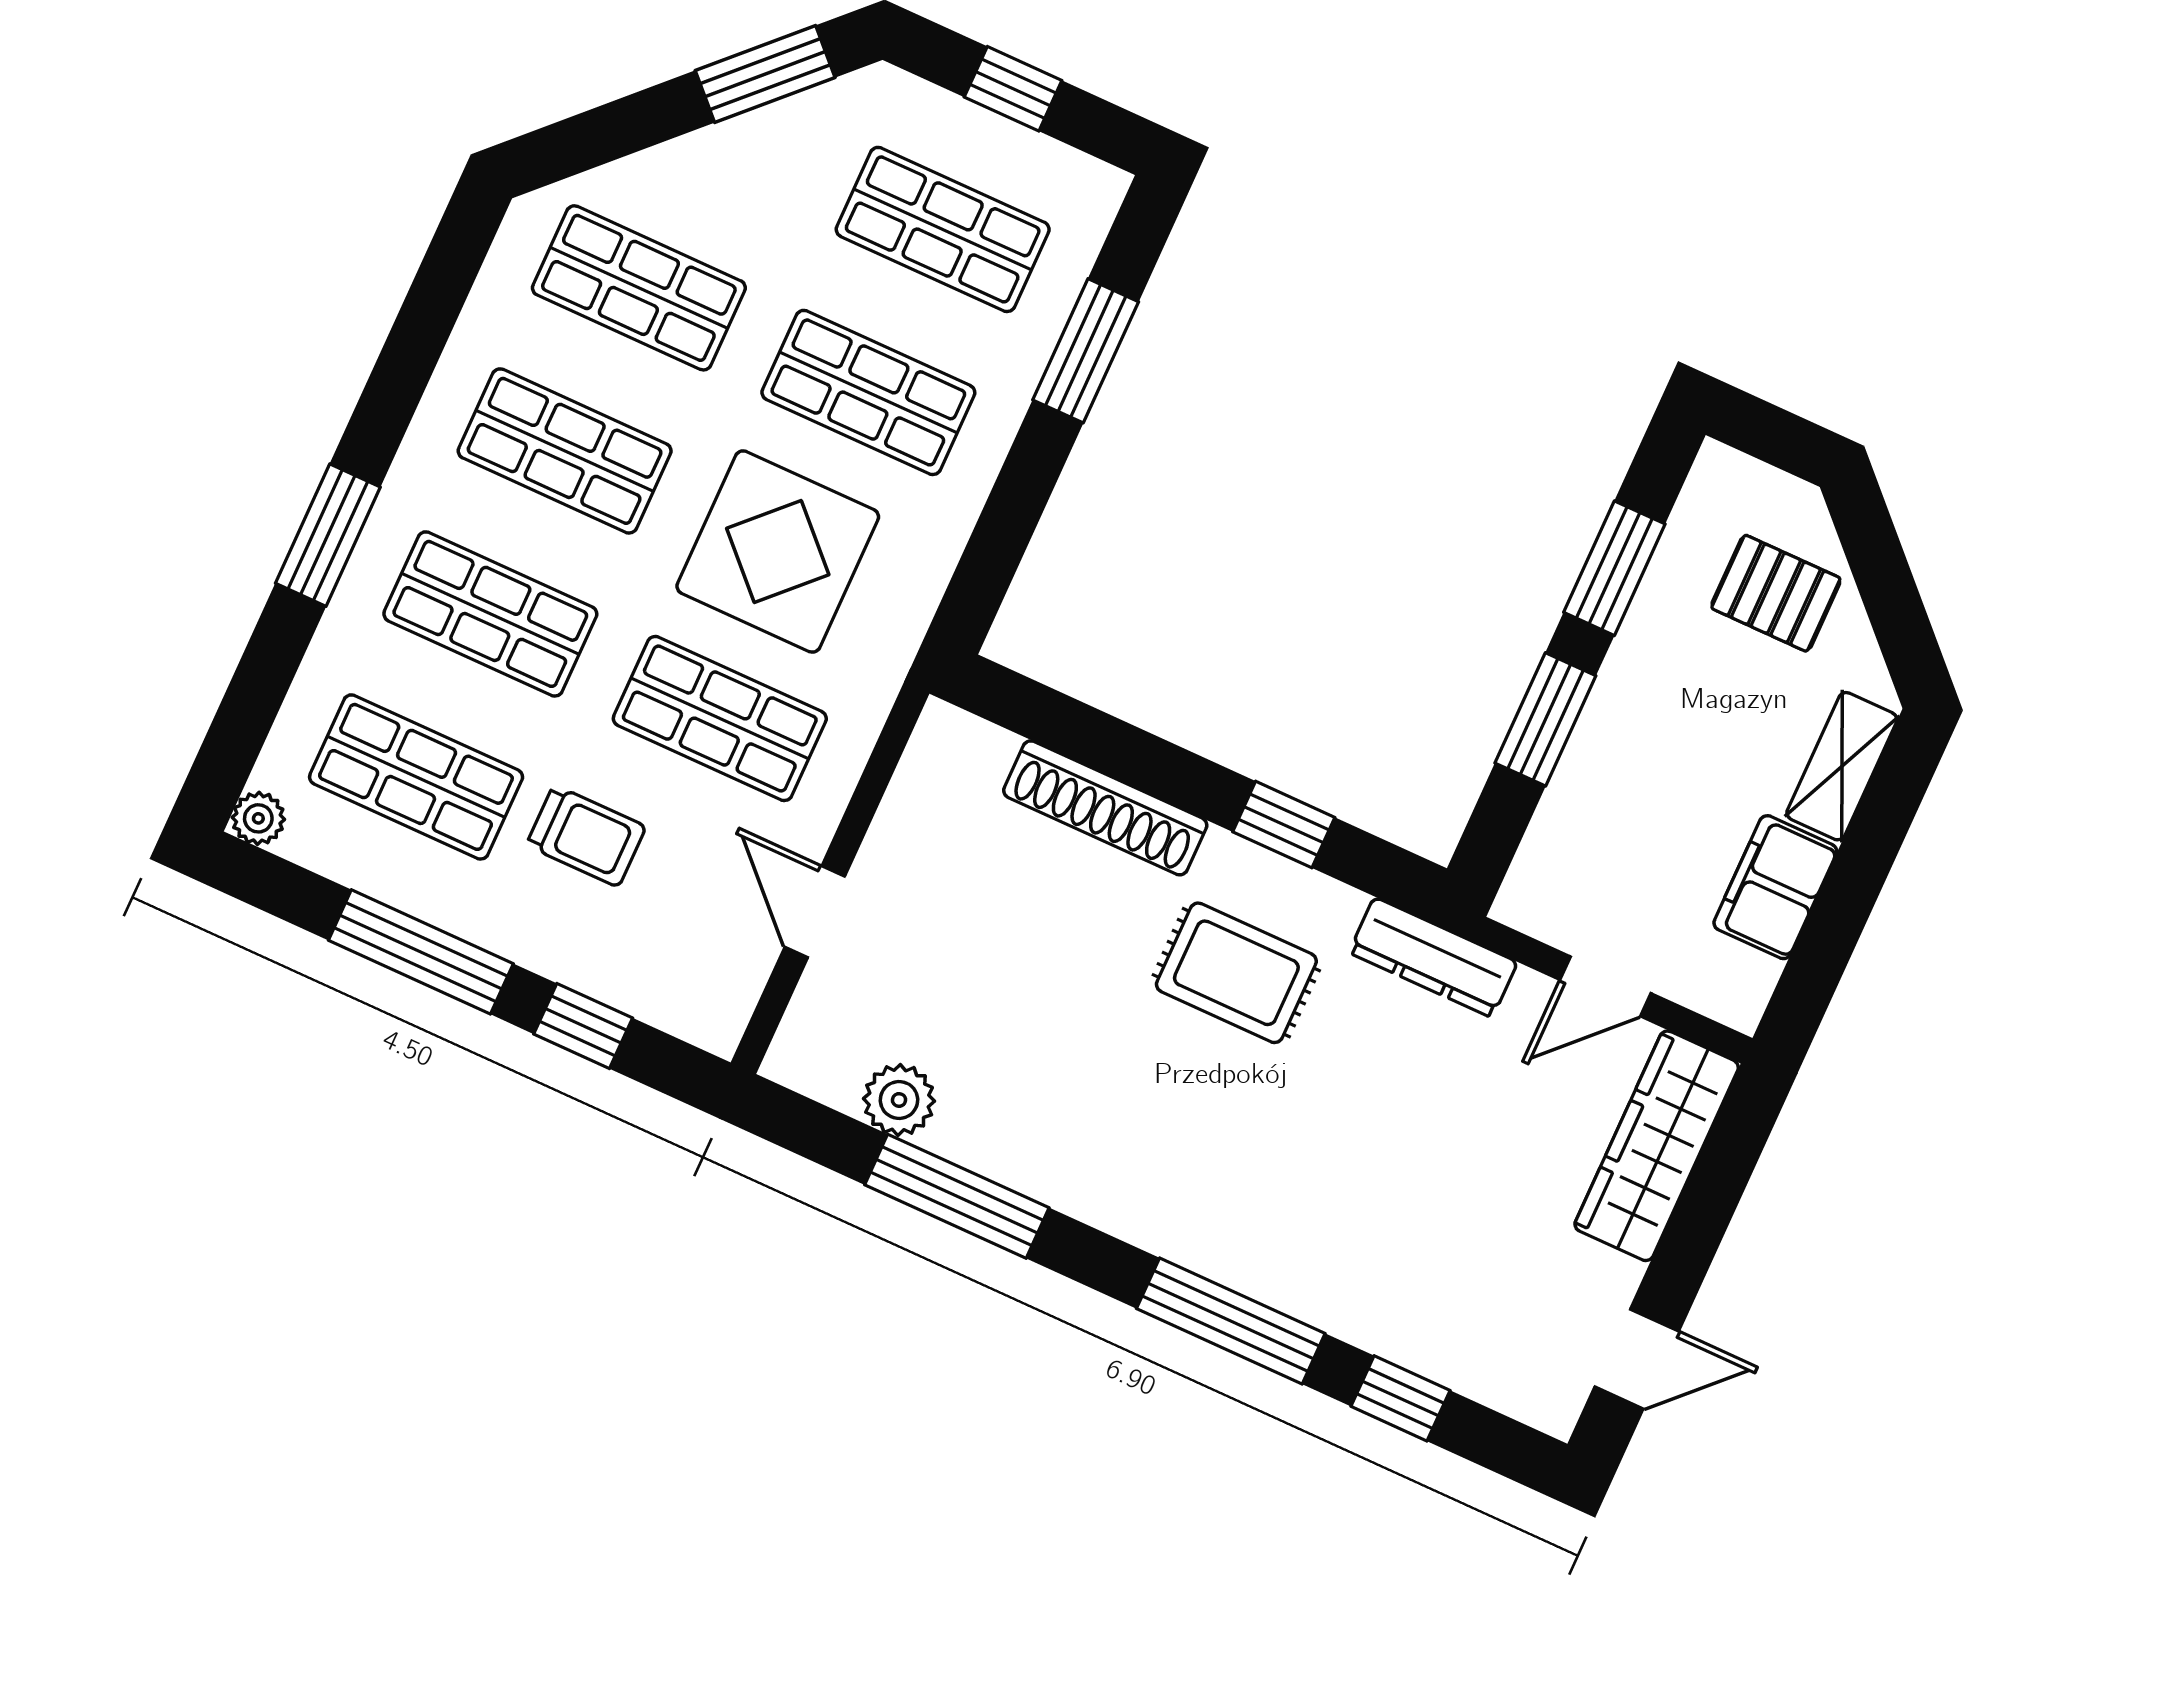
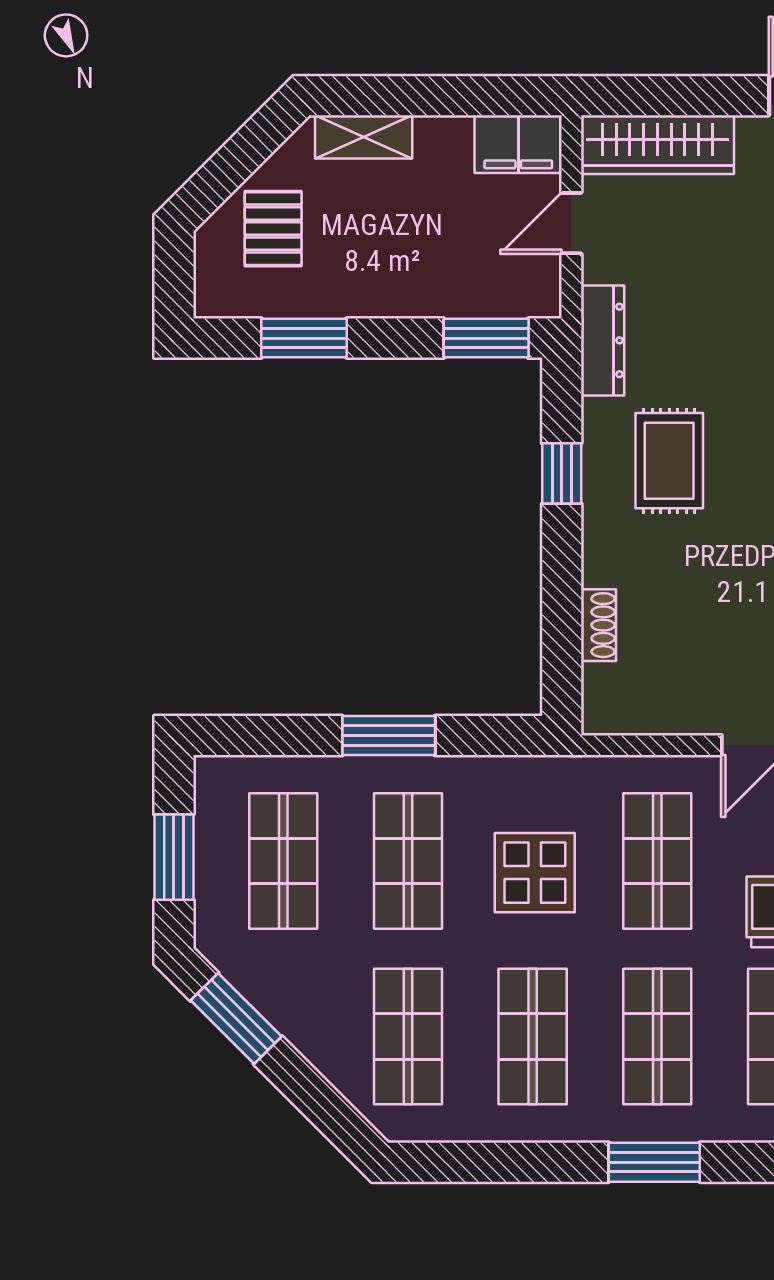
window: (1013, 89) -> (174, 857), width x1.50
window: (1086, 351) -> (389, 736), moved
display table: (778, 552) -> (535, 873), width x0.73, depth x0.73
window: (1545, 719) -> (486, 338), moved
shoe rack: (1105, 808) -> (599, 625), width x0.51, depth x0.81
filing cabinet: (1775, 887) -> (518, 144), moved
door: (1605, 986) -> (571, 223), swing flipped

